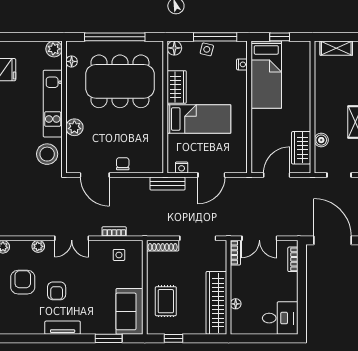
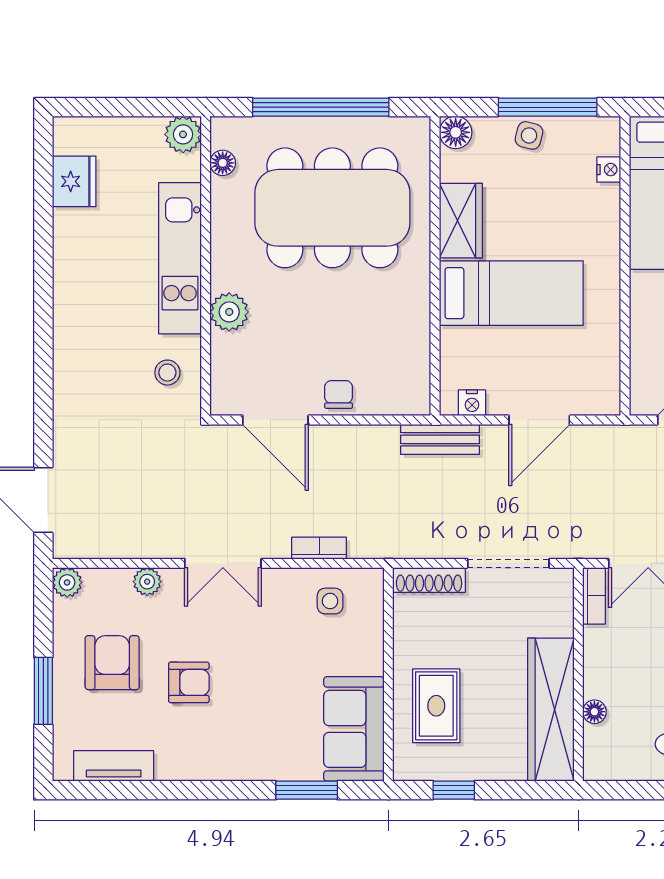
stool: (47, 154) -> (167, 373), width x0.53, depth x0.53
armchair: (57, 291) -> (189, 682), turned -90
tv unit: (63, 328) -> (114, 766), moved

